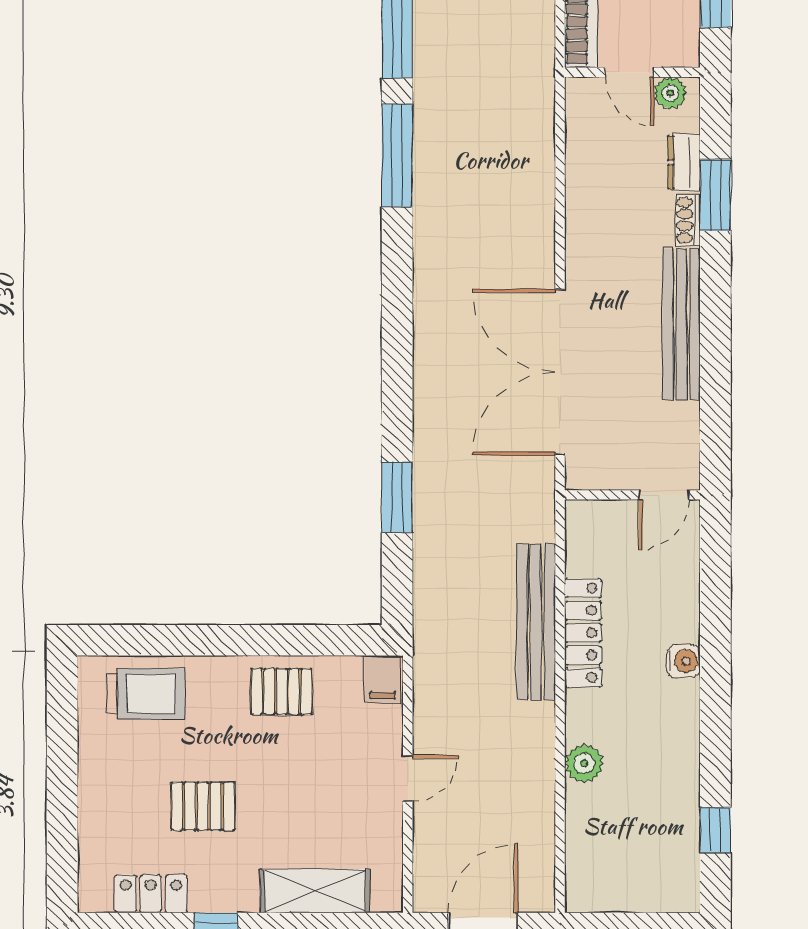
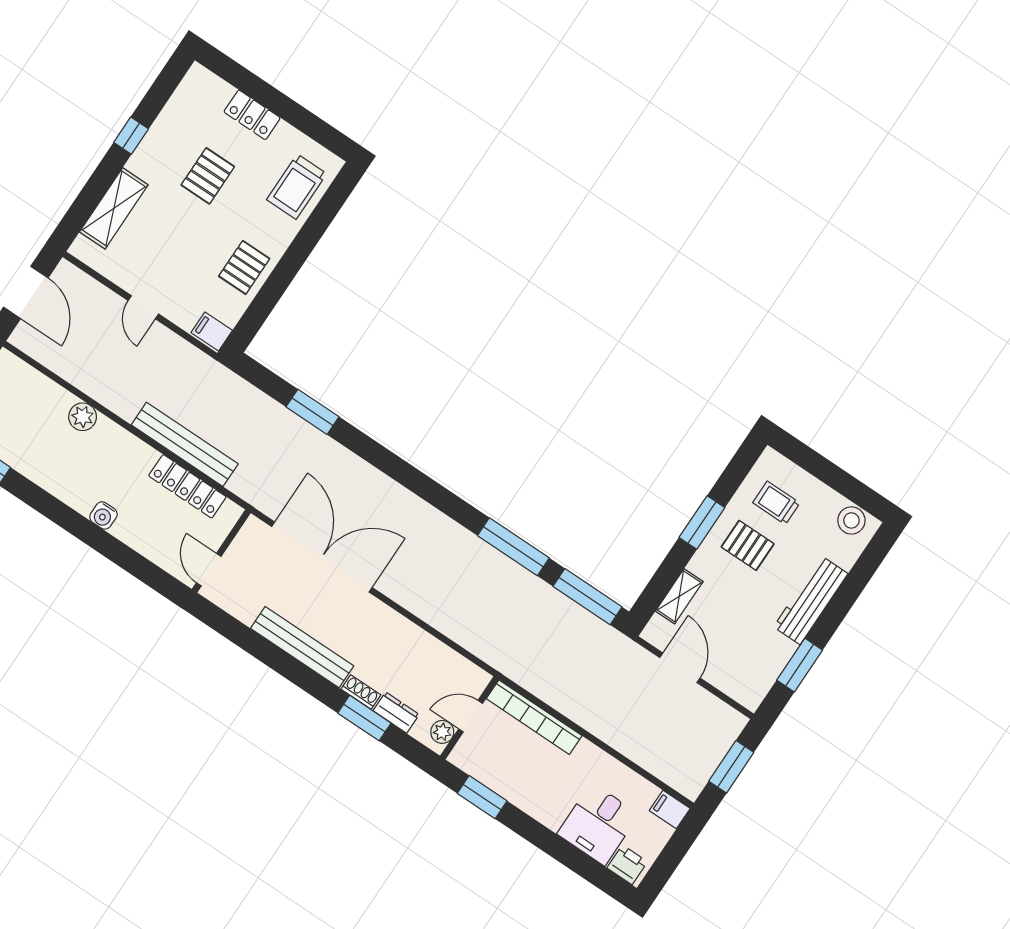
locker: (583, 633) -> (187, 486), moved
locker: (151, 894) -> (252, 115), moved, turned 90

